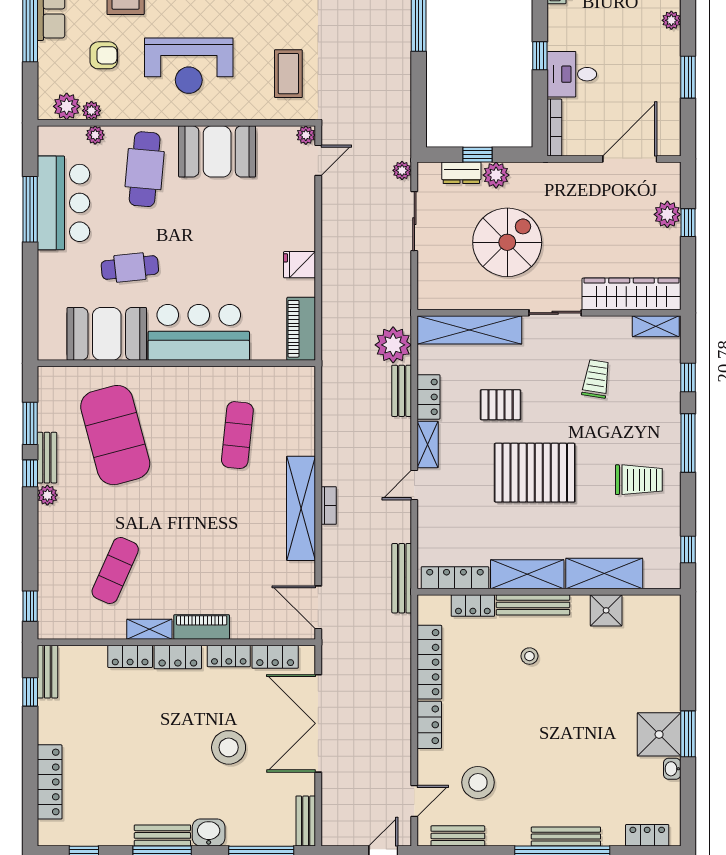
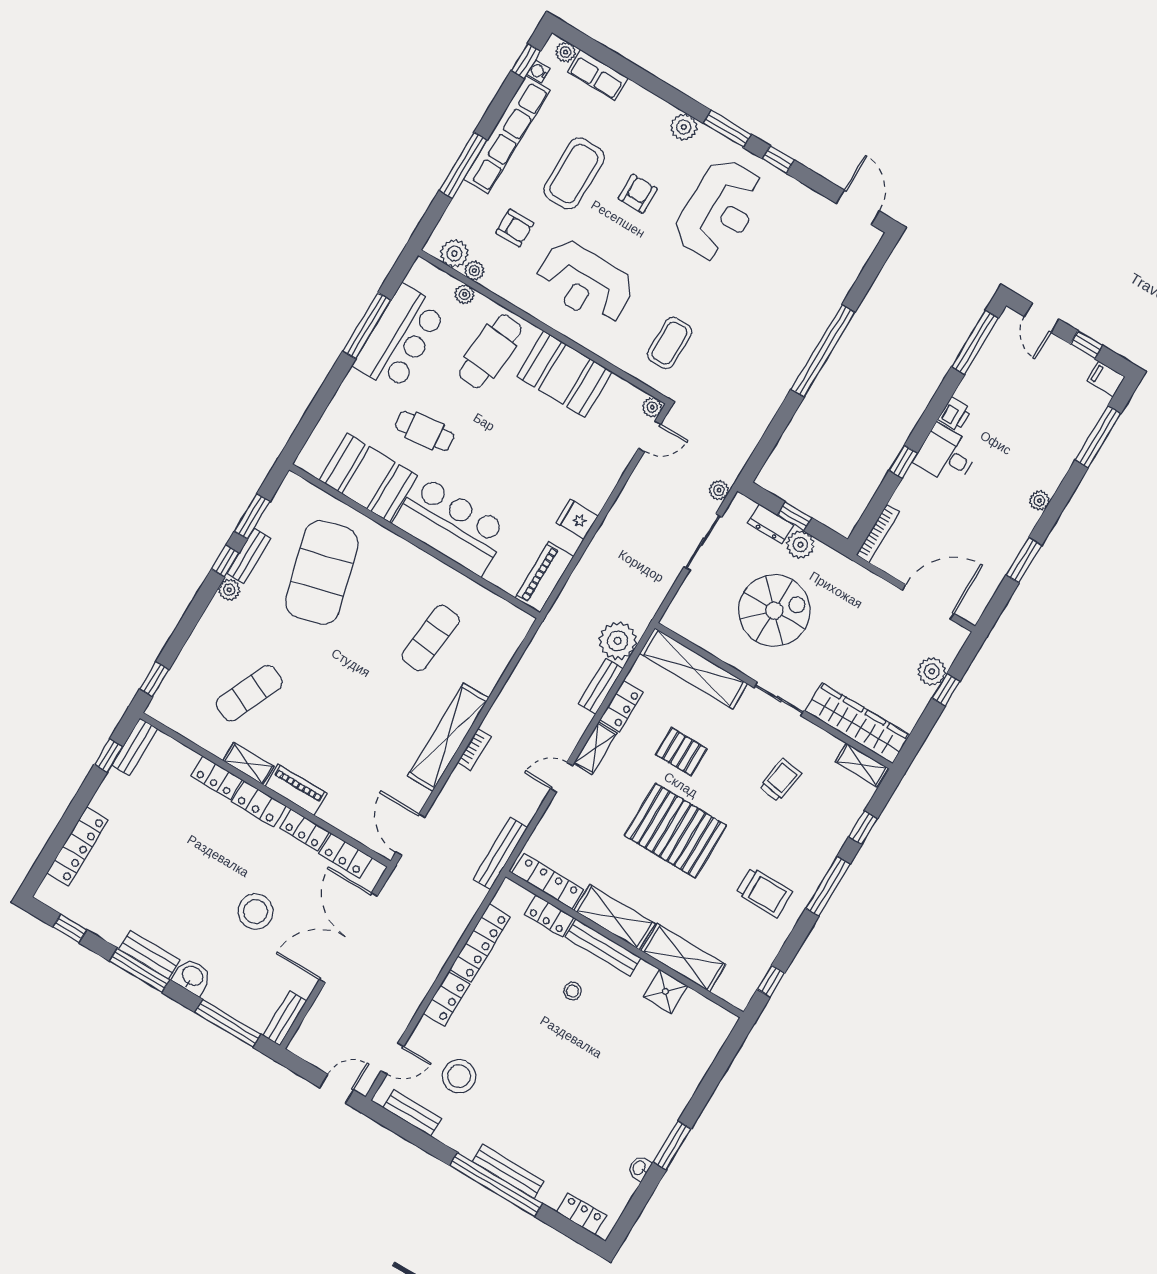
desk: (572, 74) -> (946, 455), moved
shower: (659, 734) -> (646, 1130), removed

